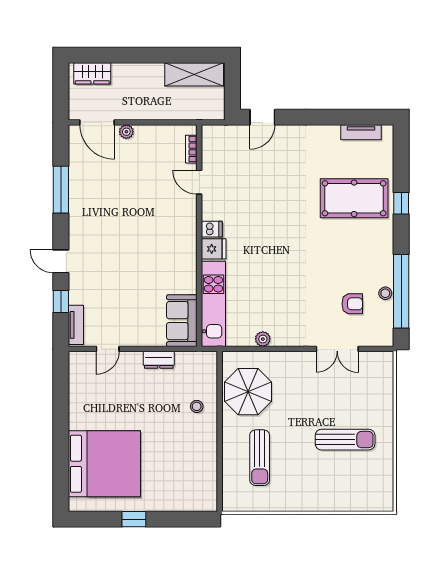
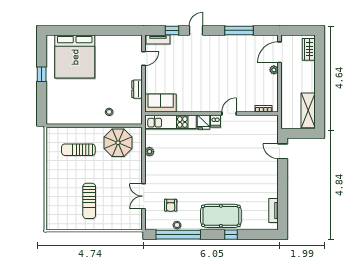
door: (199, 182) -> (229, 113), moved
pool table: (354, 198) -> (221, 216), moved, turned 90
door: (108, 349) -> (144, 59), swing flipped

